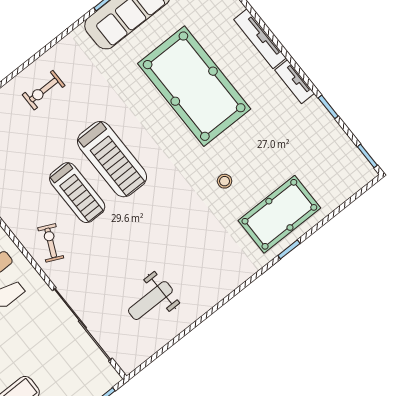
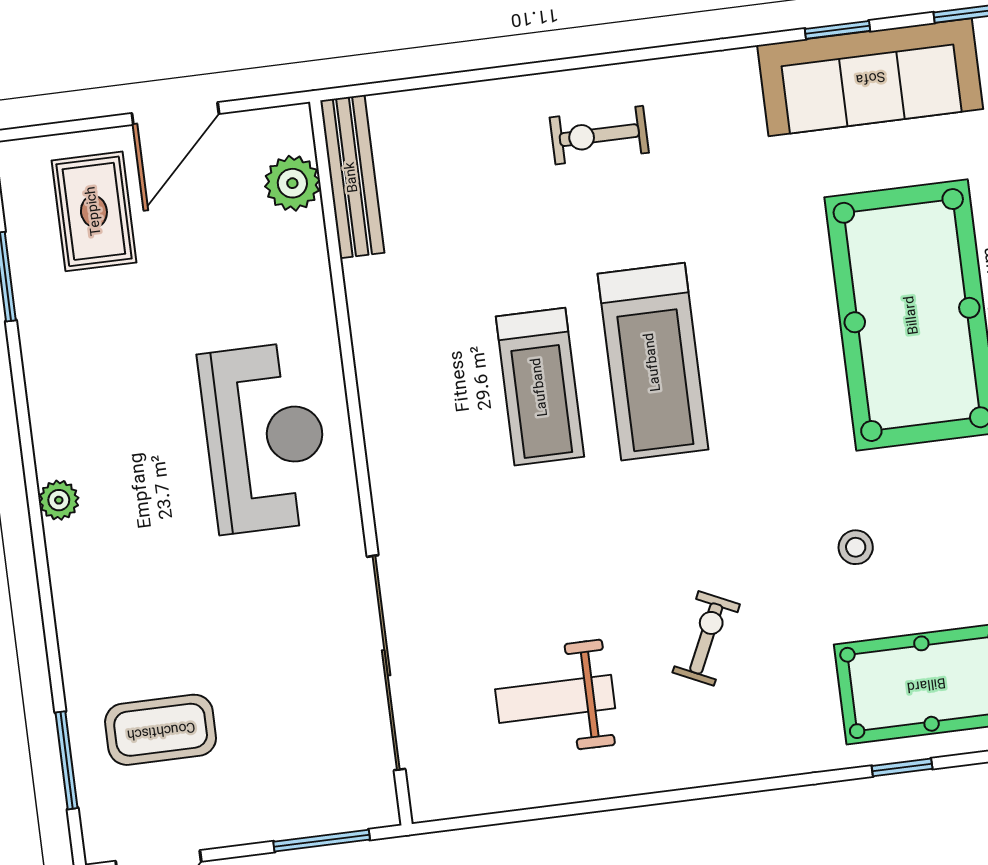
exercise bike: (51, 243) -> (706, 638), moved

